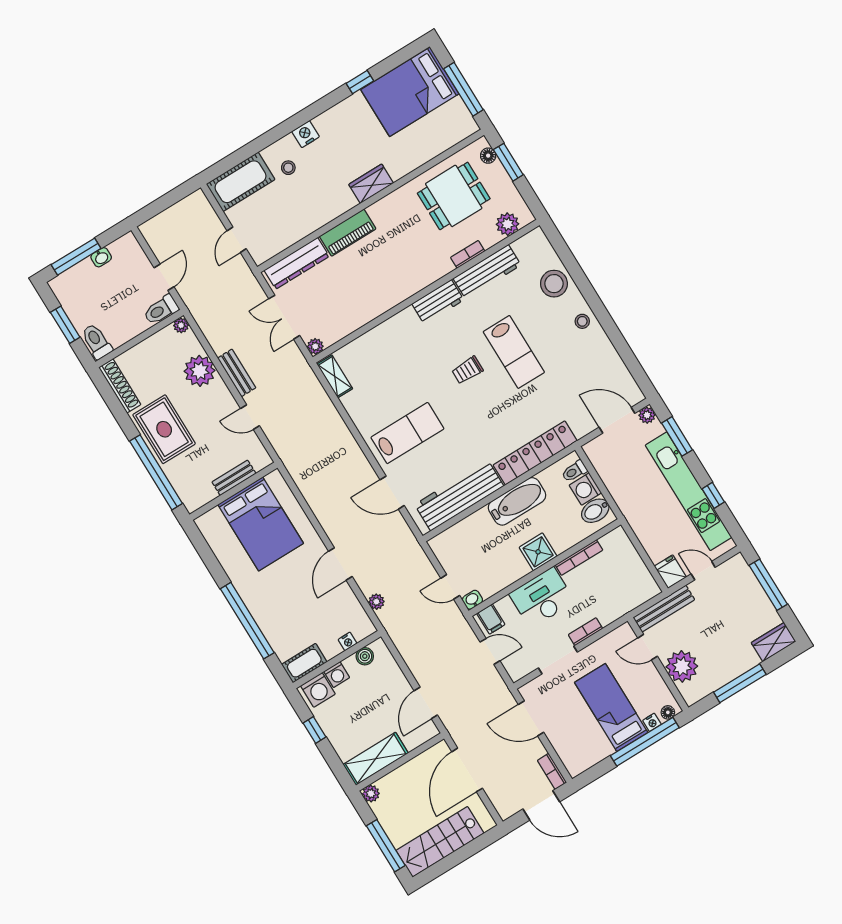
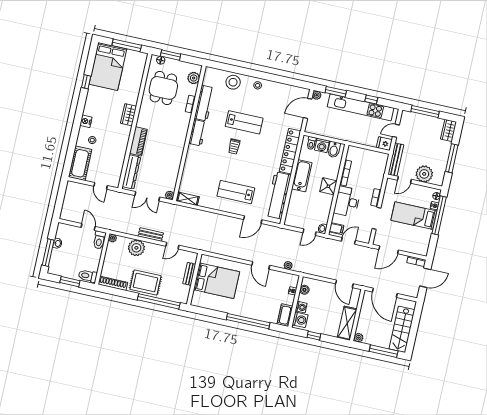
lab bench: (407, 433) -> (236, 192), turned -90

